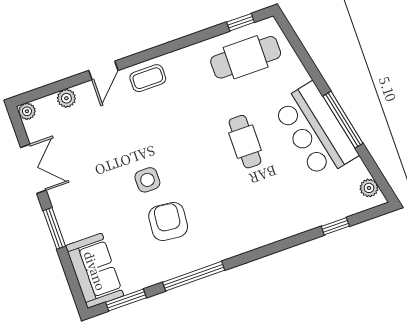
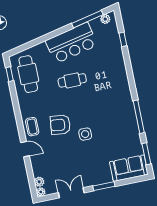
plant: (66, 98) -> (39, 182), moved
window: (343, 120) -> (87, 19), moved
armchair: (168, 221) -> (60, 125), moved

